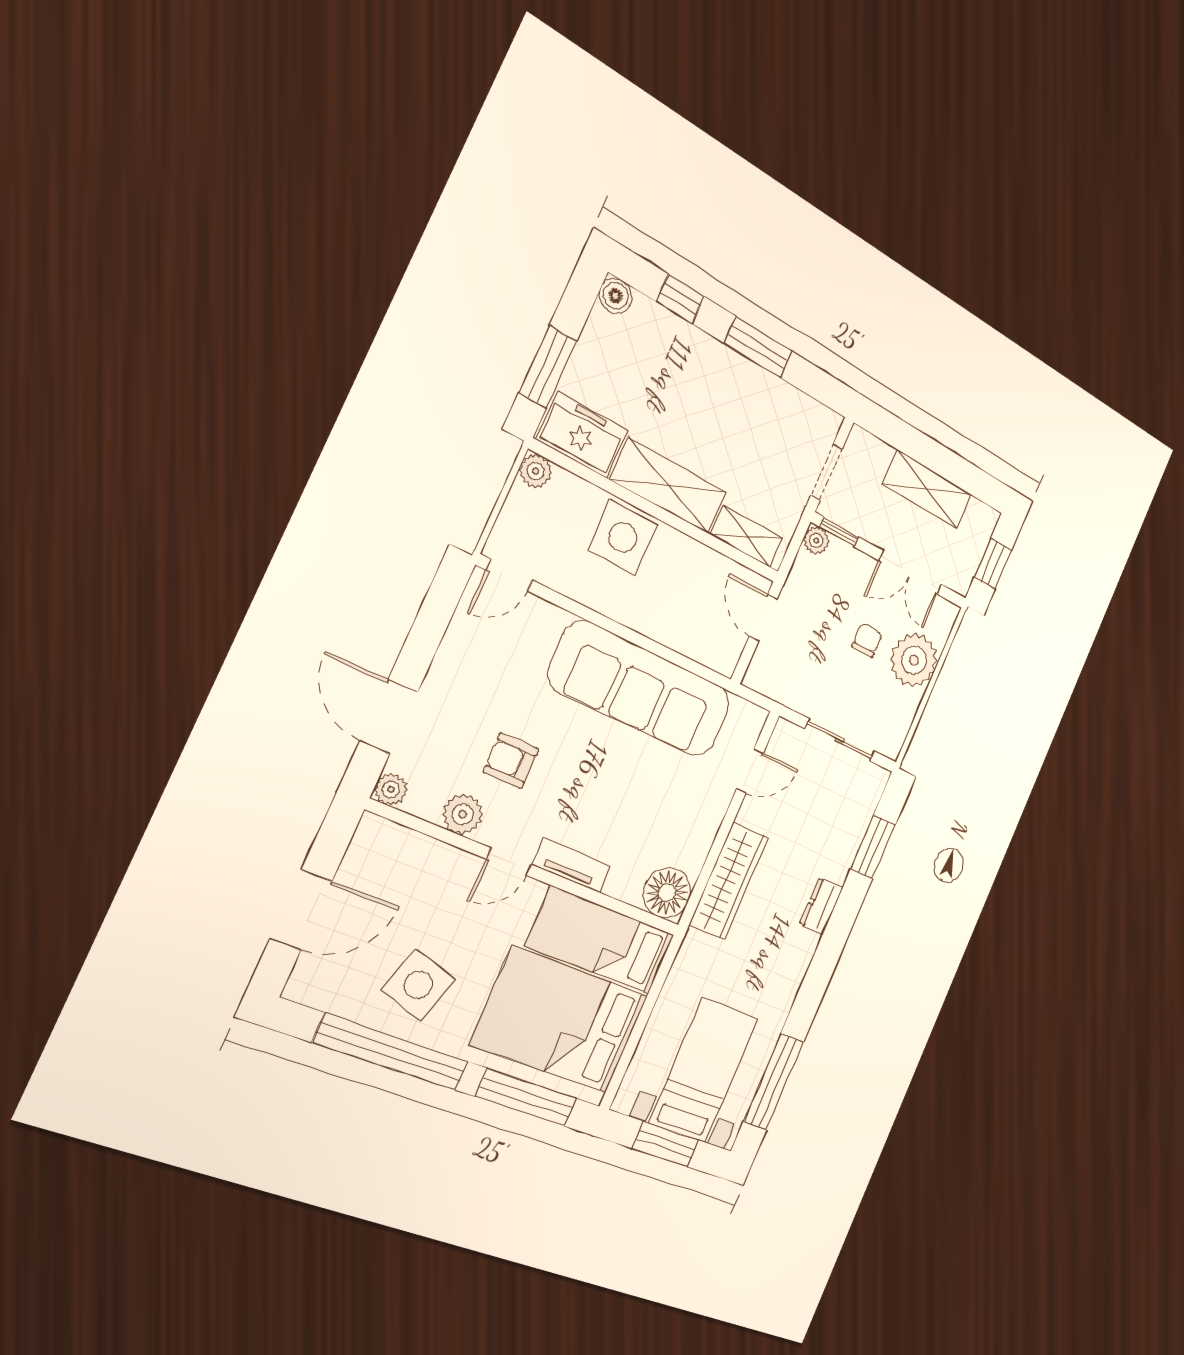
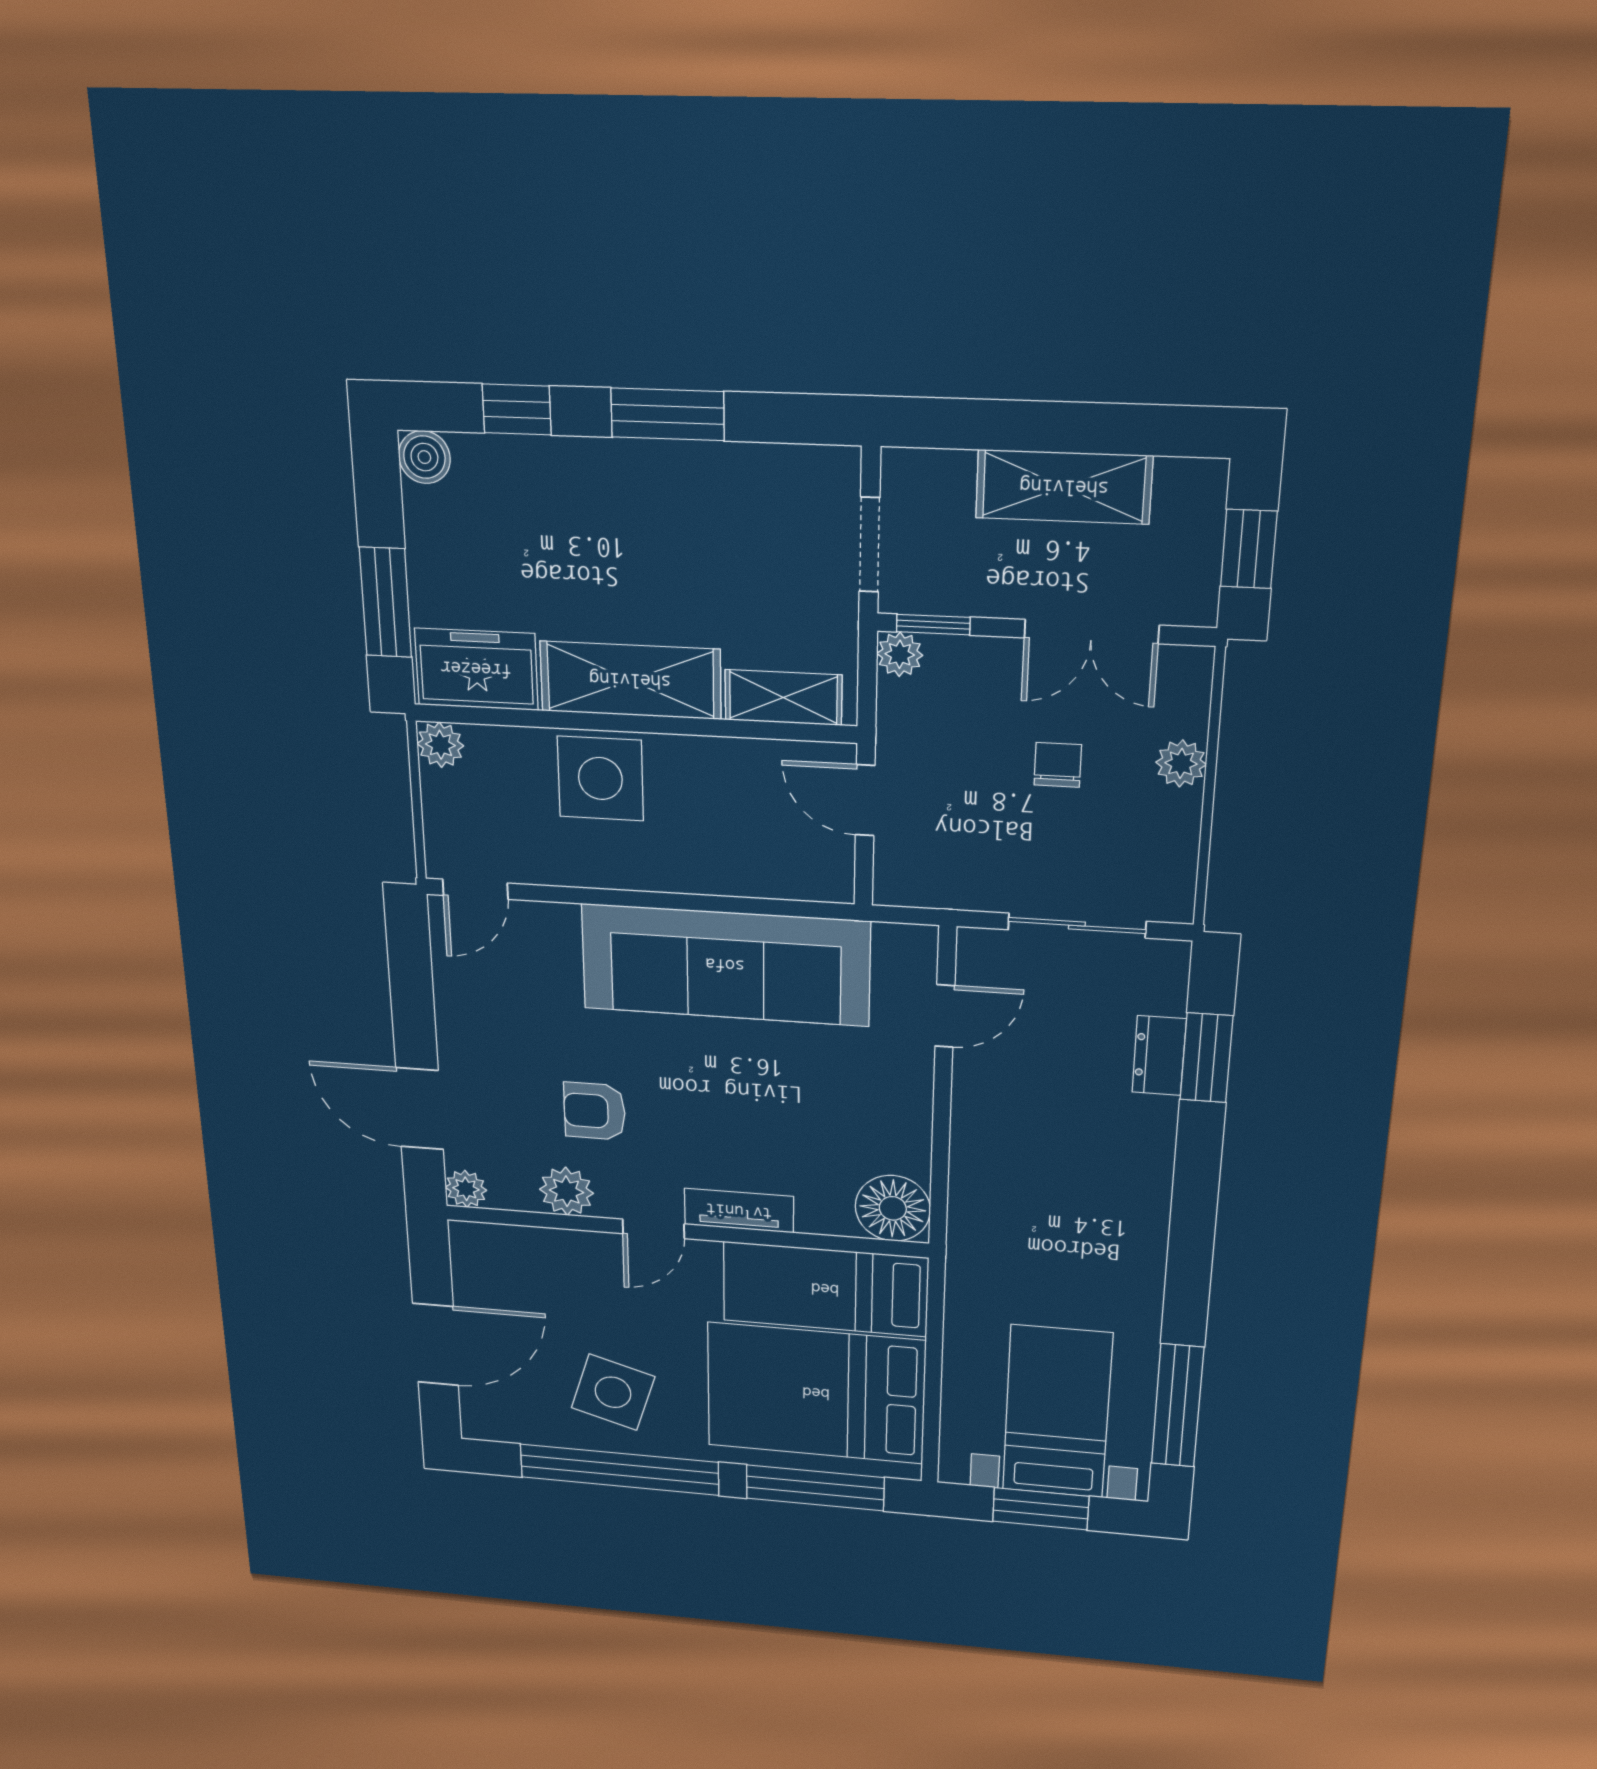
plant: (914, 660) -> (1181, 763), width x0.53, depth x0.53
wardrobe: (729, 881) -> (981, 1169), removed
dresser: (821, 906) -> (1159, 1056), moved

